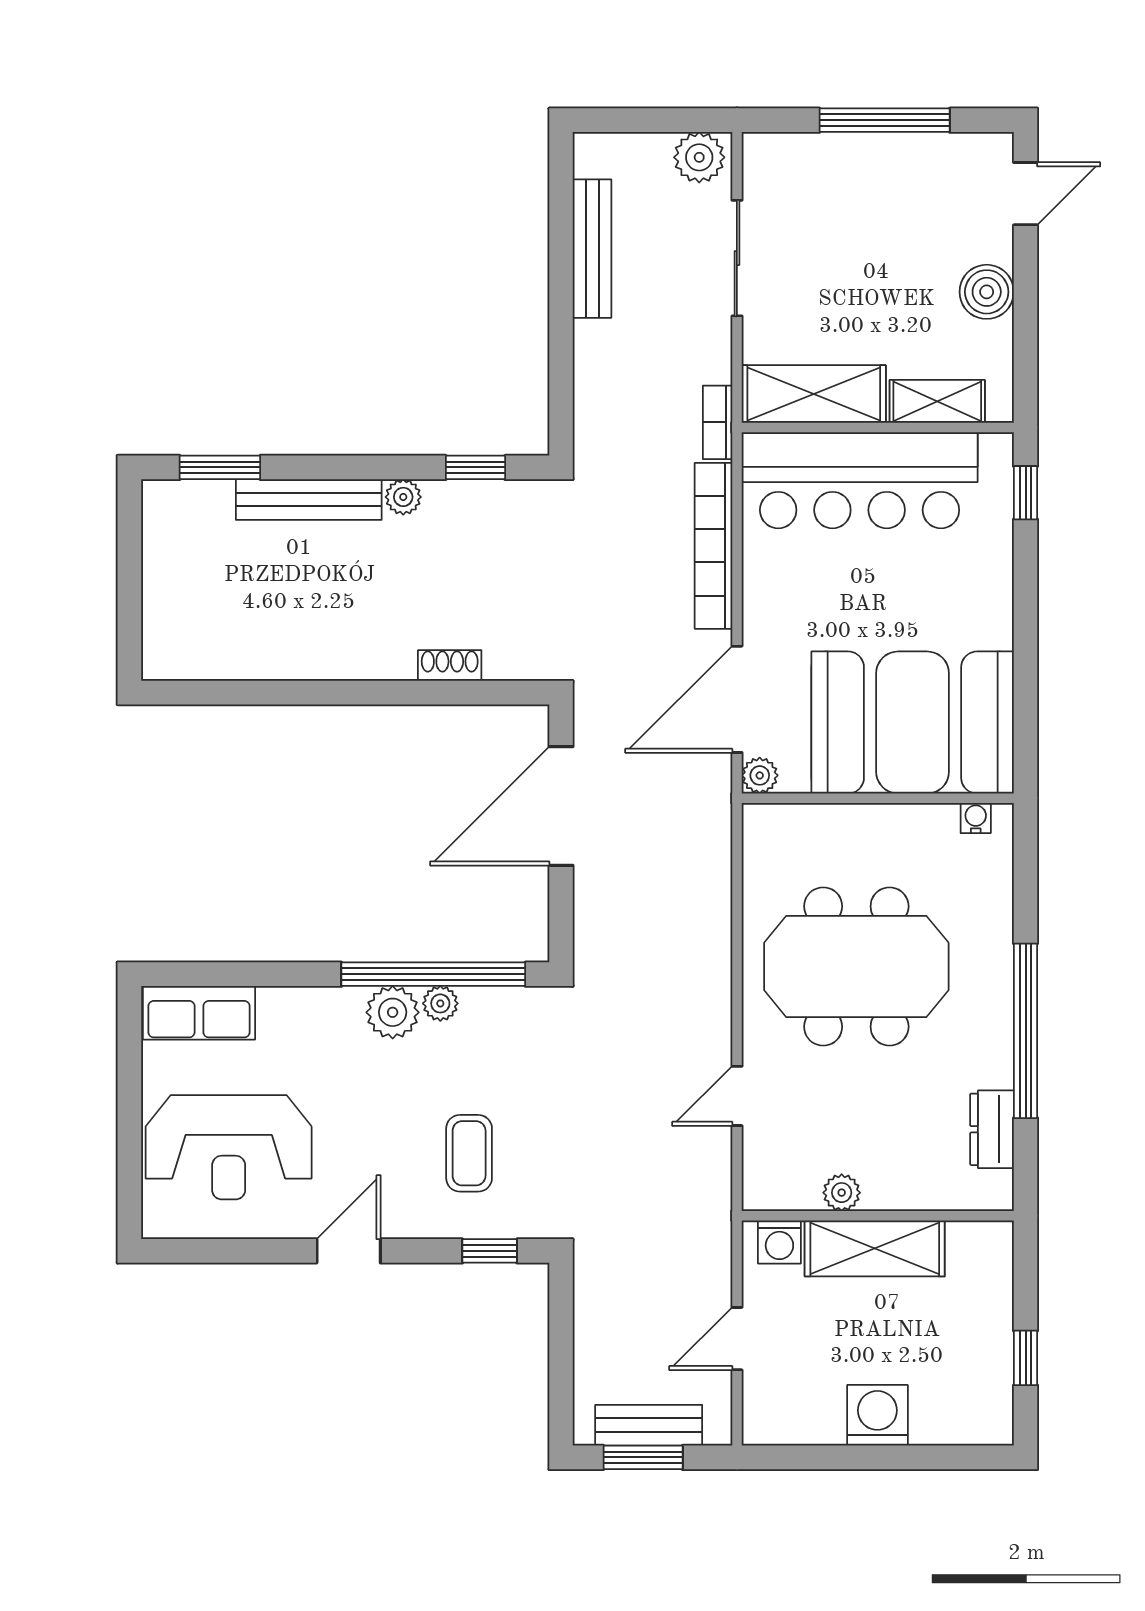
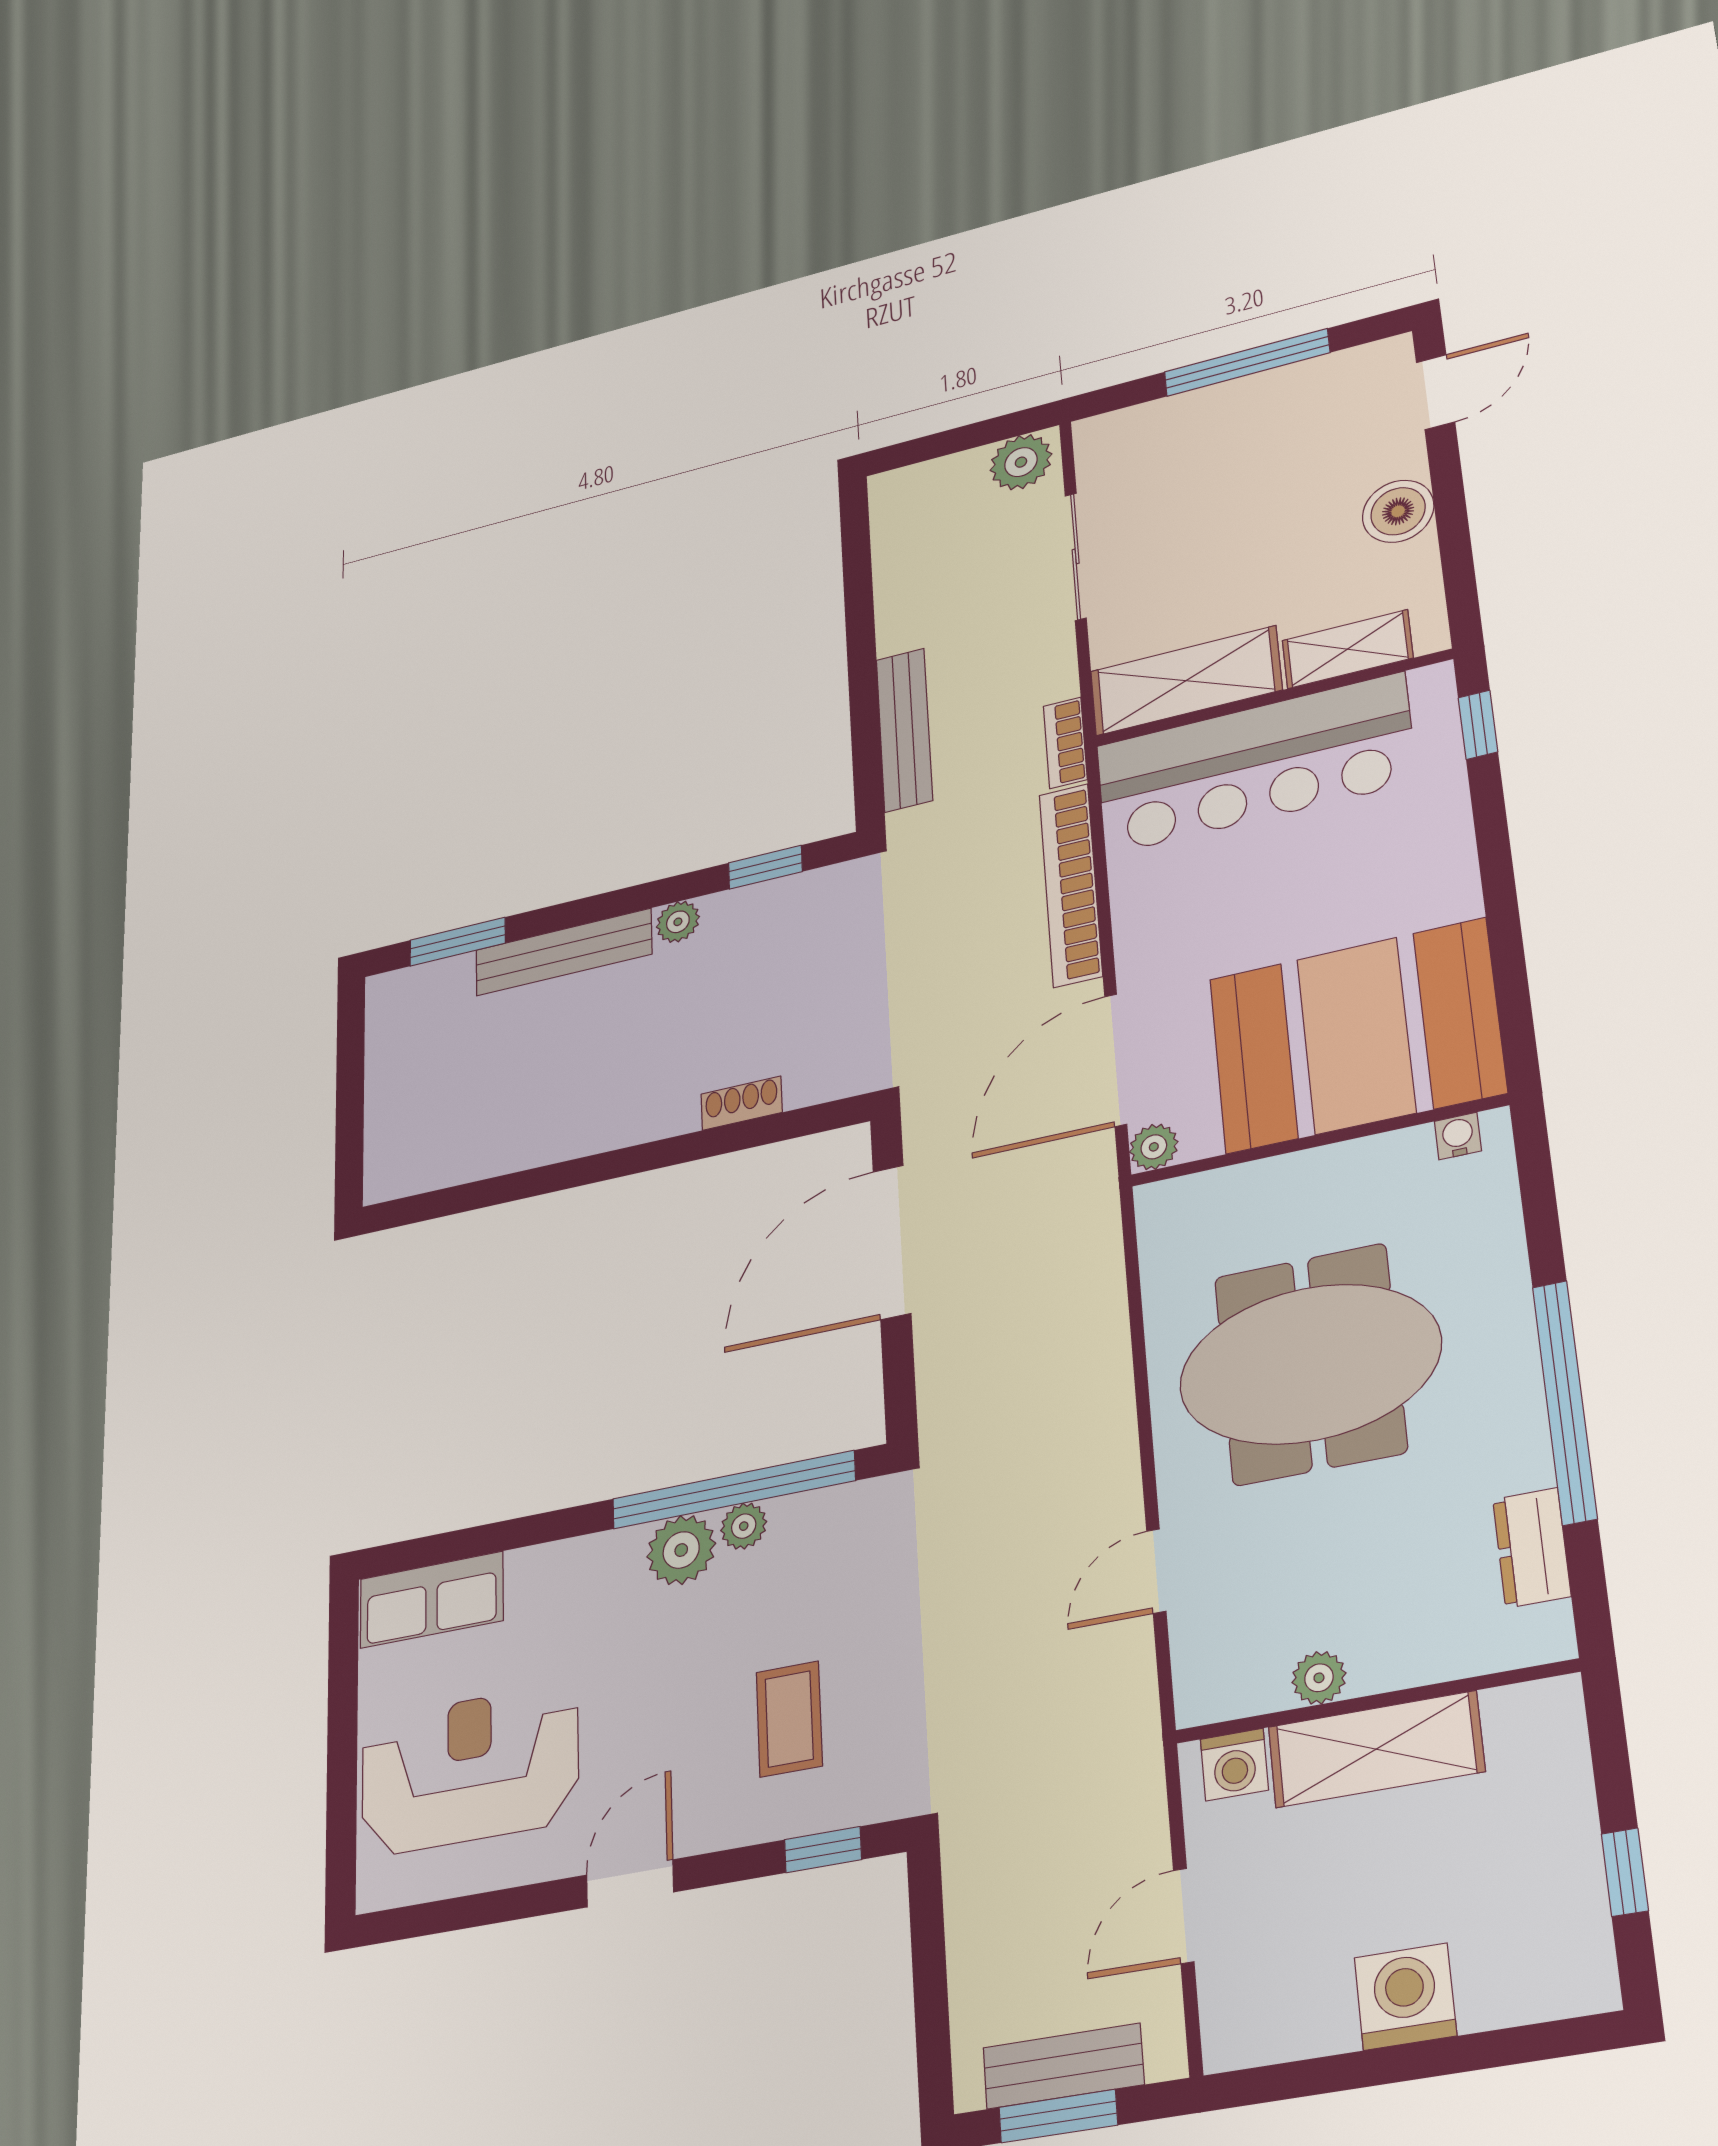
bench: (592, 249) -> (904, 730), moved
reception desk: (229, 1147) -> (470, 1770), turned 180

